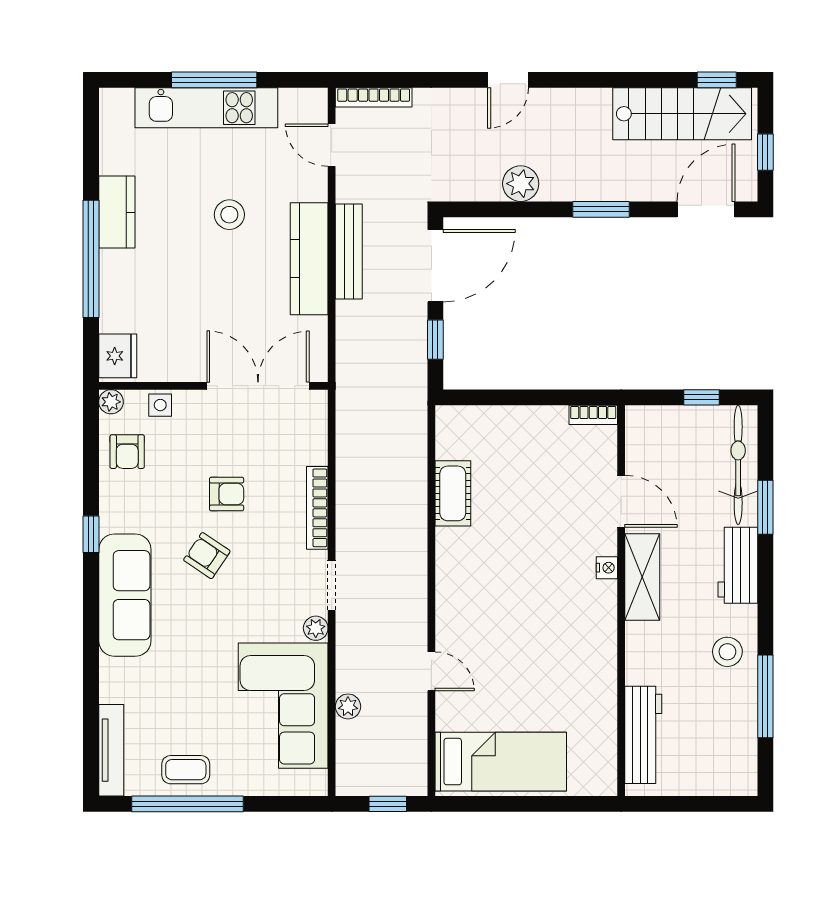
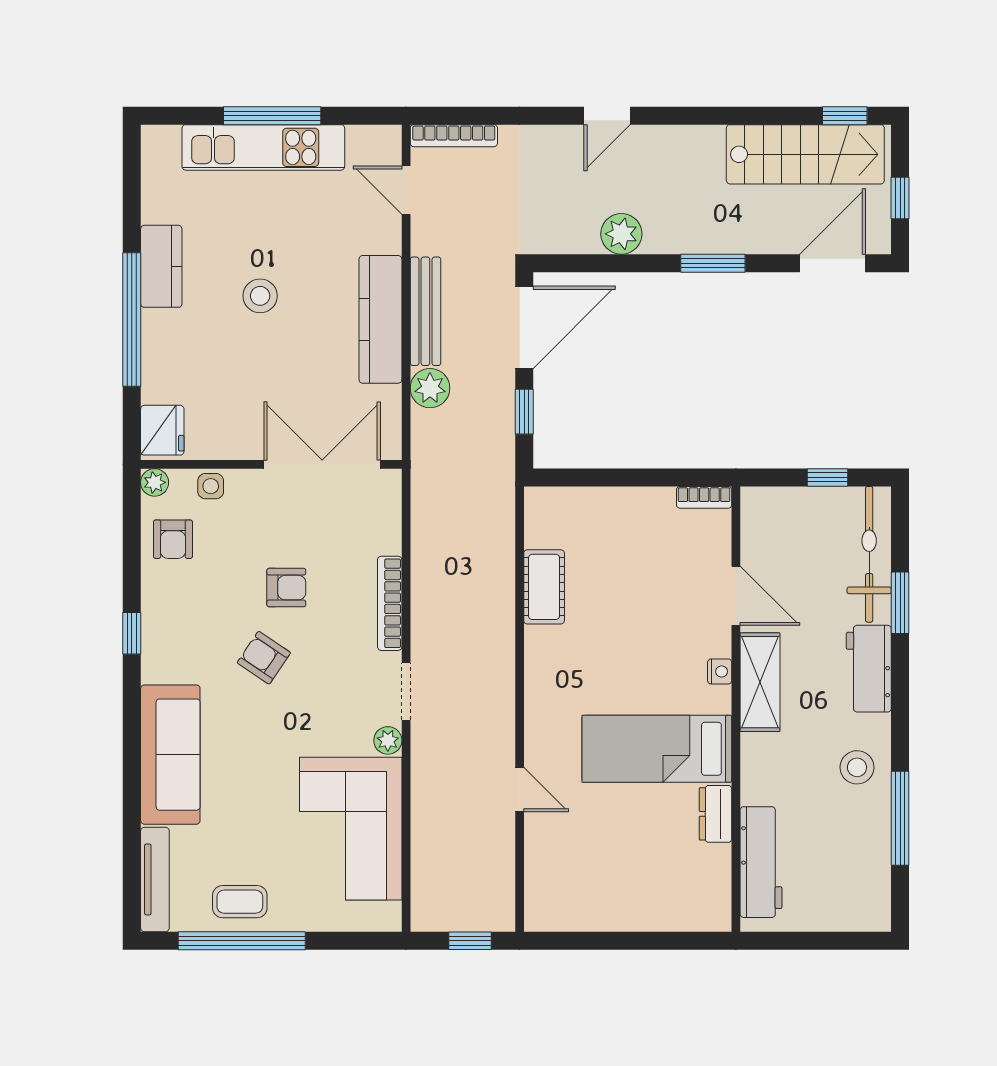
stool: (229, 215) -> (260, 296), moved
sofa: (125, 595) -> (170, 755), moved
dresser: (603, 693) -> (716, 814), added
plant: (348, 706) -> (430, 388), moved, width x1.38, depth x1.38
bed: (501, 762) -> (657, 749), moved, turned 180

